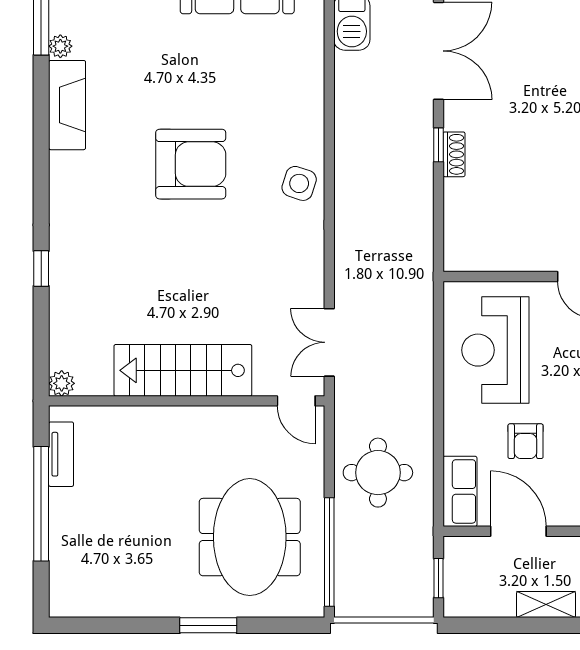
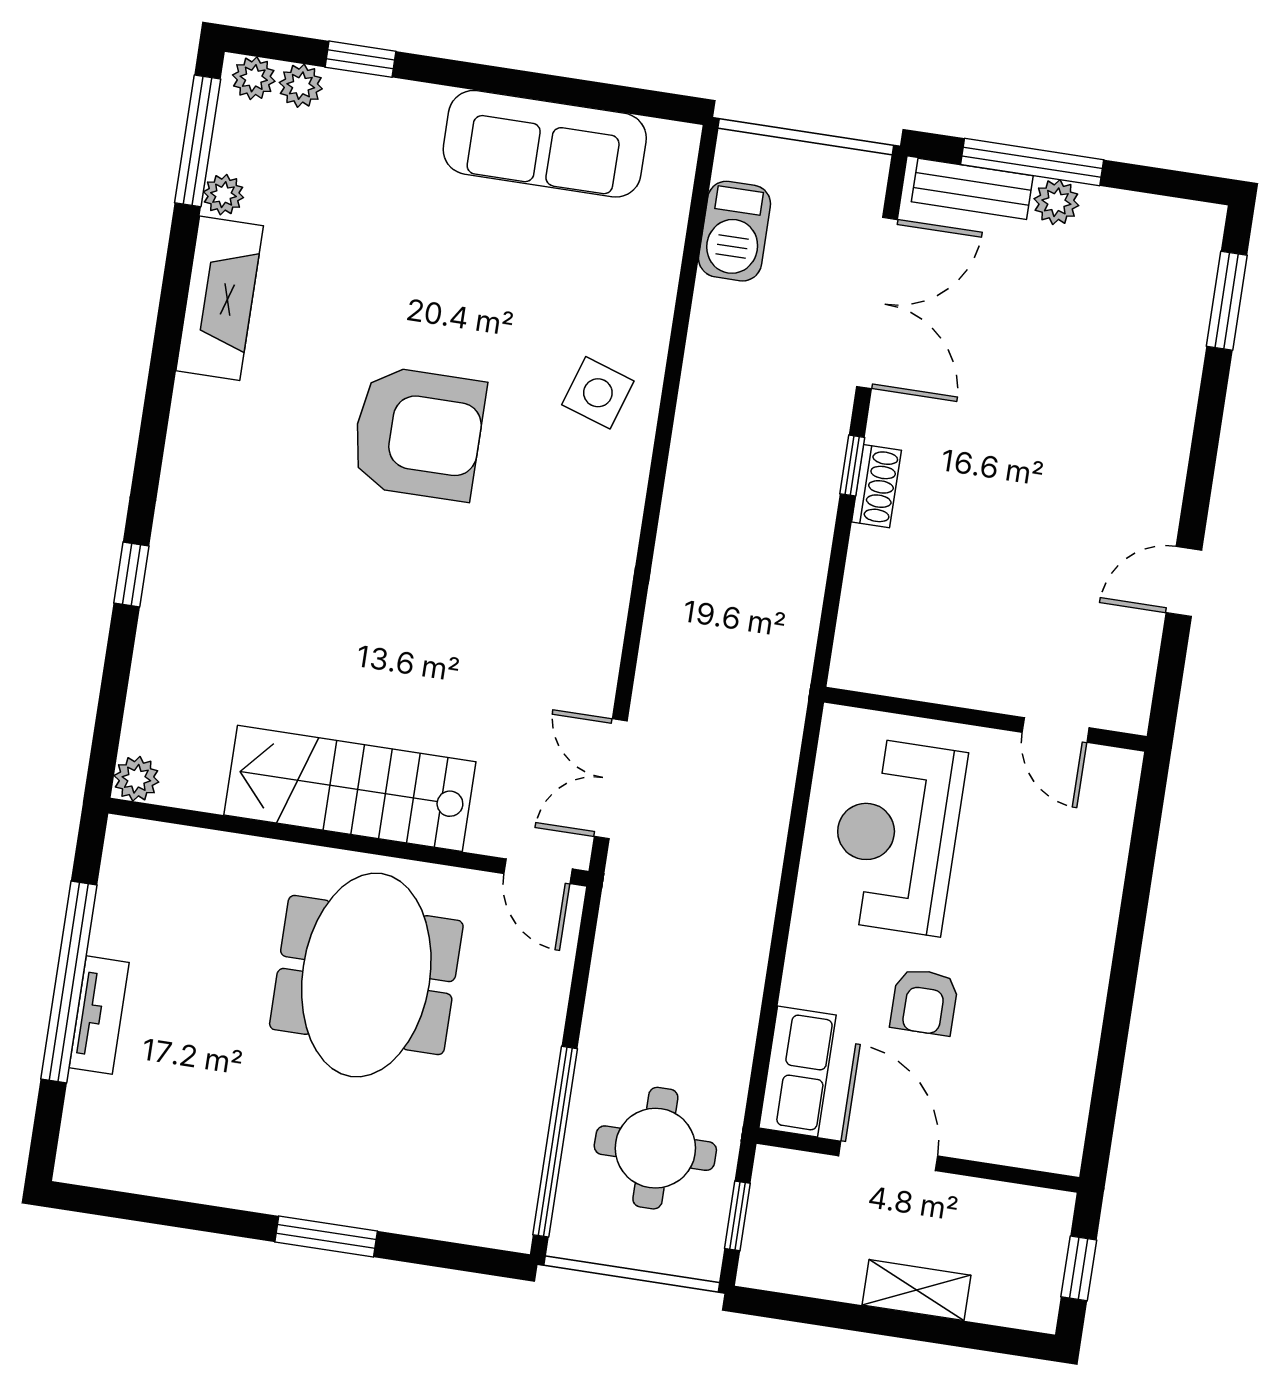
side table: (299, 183) -> (598, 393), moved
tv unit: (61, 454) -> (99, 1015), moved
round table: (378, 473) -> (655, 1148), moved
meeting table: (250, 537) -> (366, 975), moved

